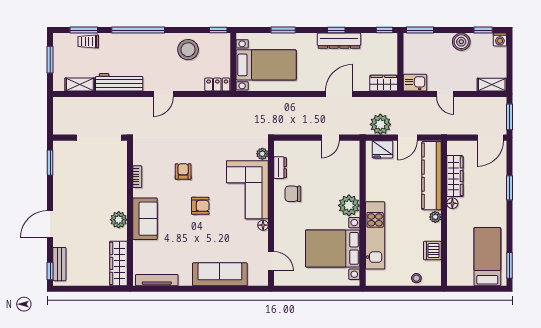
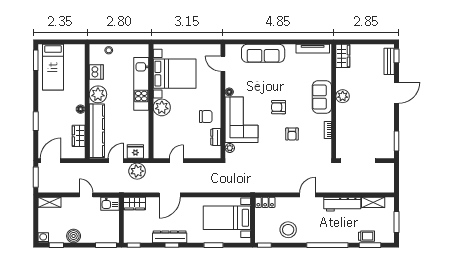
wardrobe: (455, 176) -> (79, 136), width x0.67
plant: (435, 217) -> (98, 94), width x1.87, depth x1.87
wardrobe: (118, 263) -> (343, 56), width x0.67

